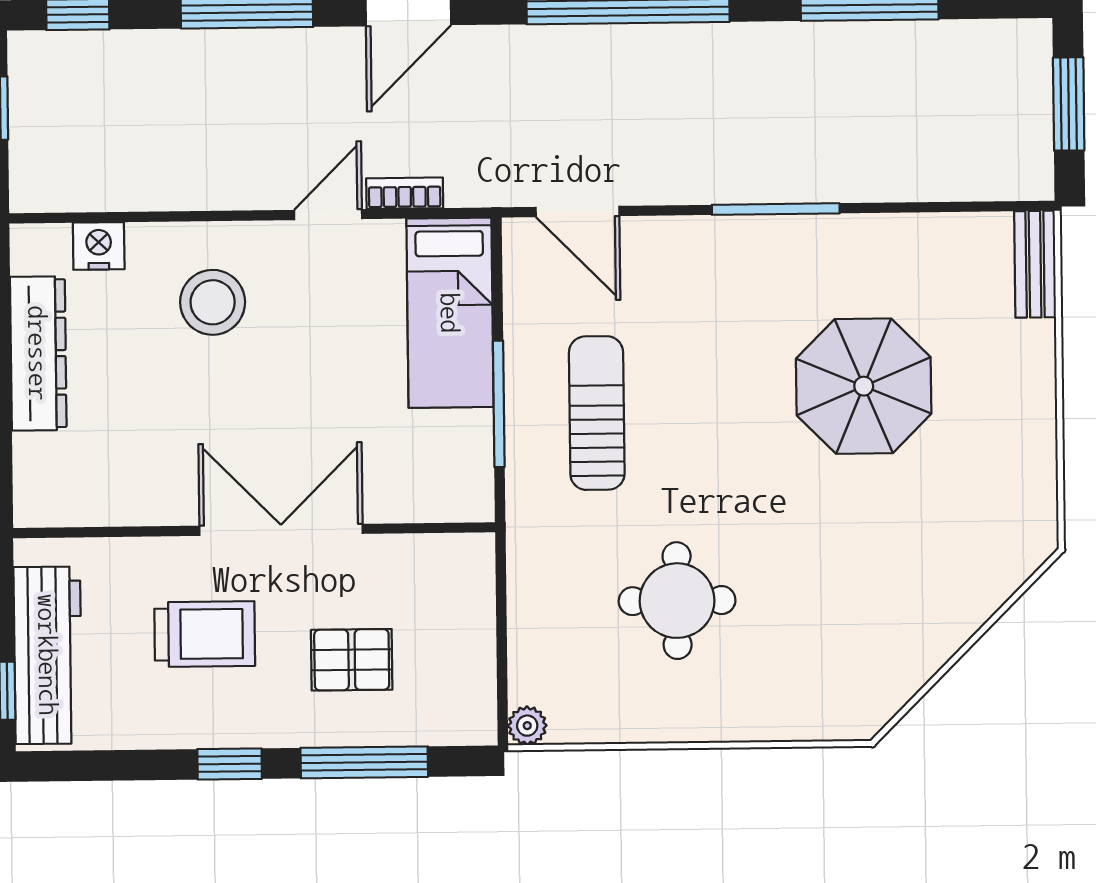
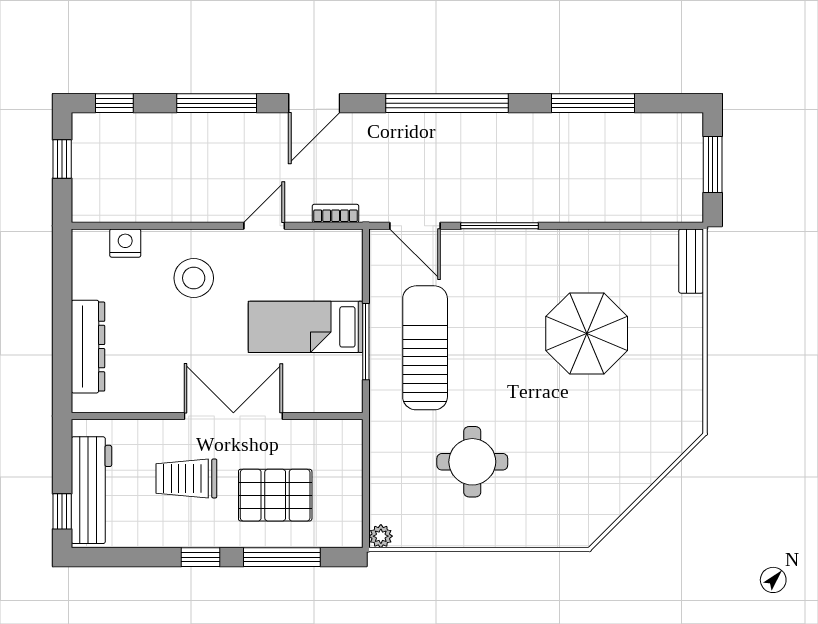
bookcase: (405, 193) -> (336, 213), moved
window: (776, 209) -> (499, 226), moved
bed: (450, 313) -> (306, 327), moved, turned 90
dresser: (38, 353) -> (88, 347), moved
sun lounger: (597, 413) -> (425, 348), width x1.36, depth x1.34
trolley: (205, 634) -> (186, 478), turned 180
pallet: (352, 660) -> (275, 495), width x1.50, depth x1.42

